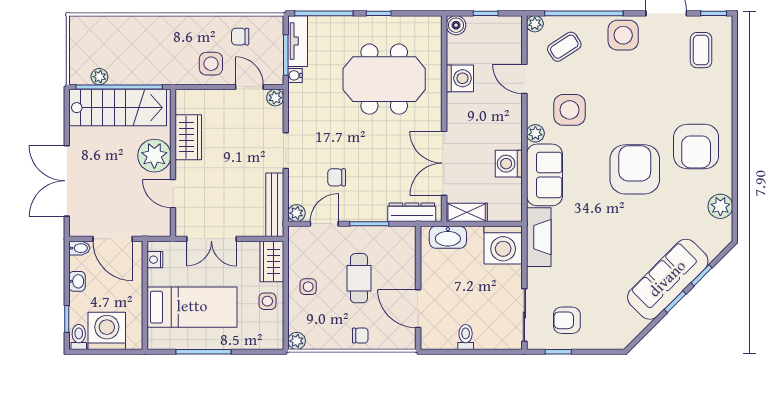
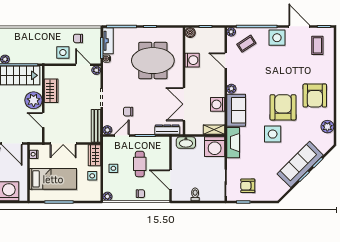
side table: (570, 110) -> (273, 134), moved
shelving: (467, 212) -> (214, 130), moved

